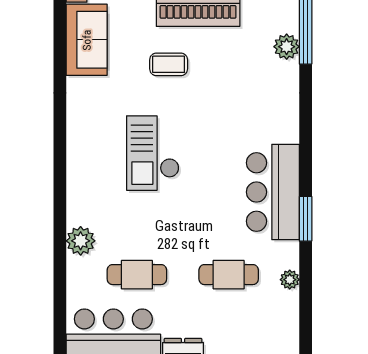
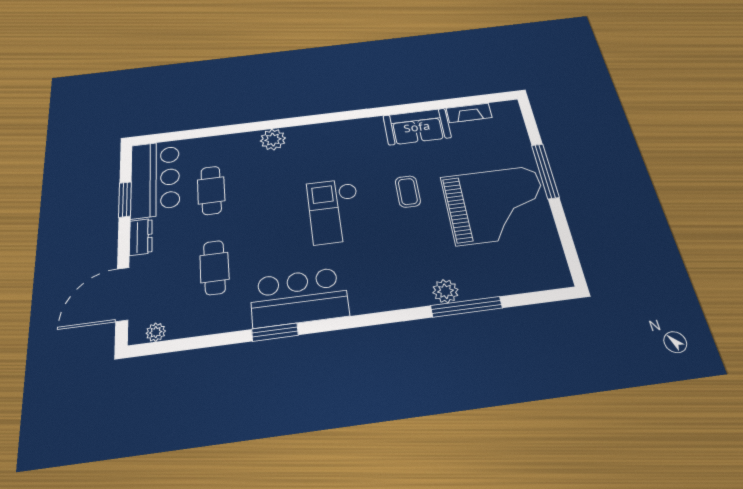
checkout: (153, 153) -> (335, 211), moved, turned -90
plant: (81, 241) -> (273, 140), moved
plant: (290, 280) -> (156, 332), moved

